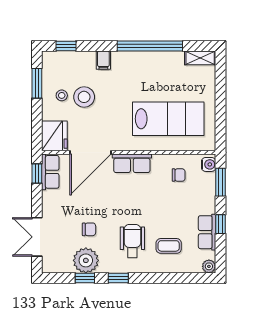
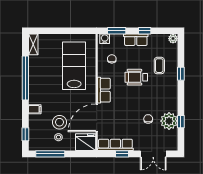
window: (37, 83) -> (50, 154), width x1.44
door: (90, 152) -> (97, 118), swing flipped
row of seats: (50, 172) -> (115, 145), width x1.48
window: (37, 173) -> (122, 154), moved
row of seats: (207, 232) -> (136, 40), moved
wheelchair: (132, 241) -> (136, 77), moved
window: (118, 278) -> (181, 74), moved

